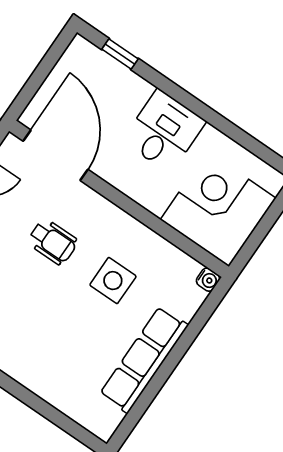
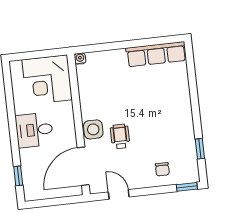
side table: (113, 281) -> (93, 129), moved
row of seats: (144, 360) -> (156, 54), moved

